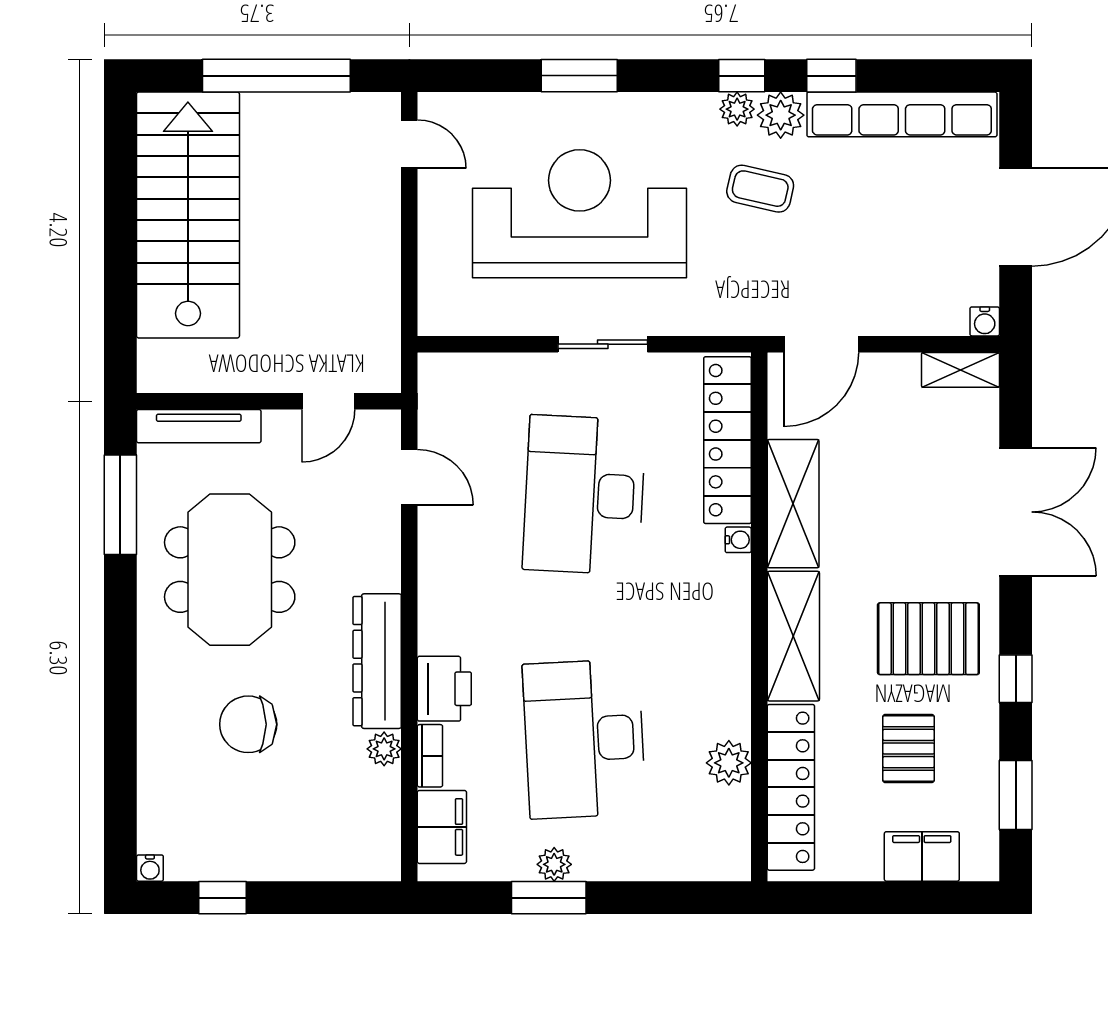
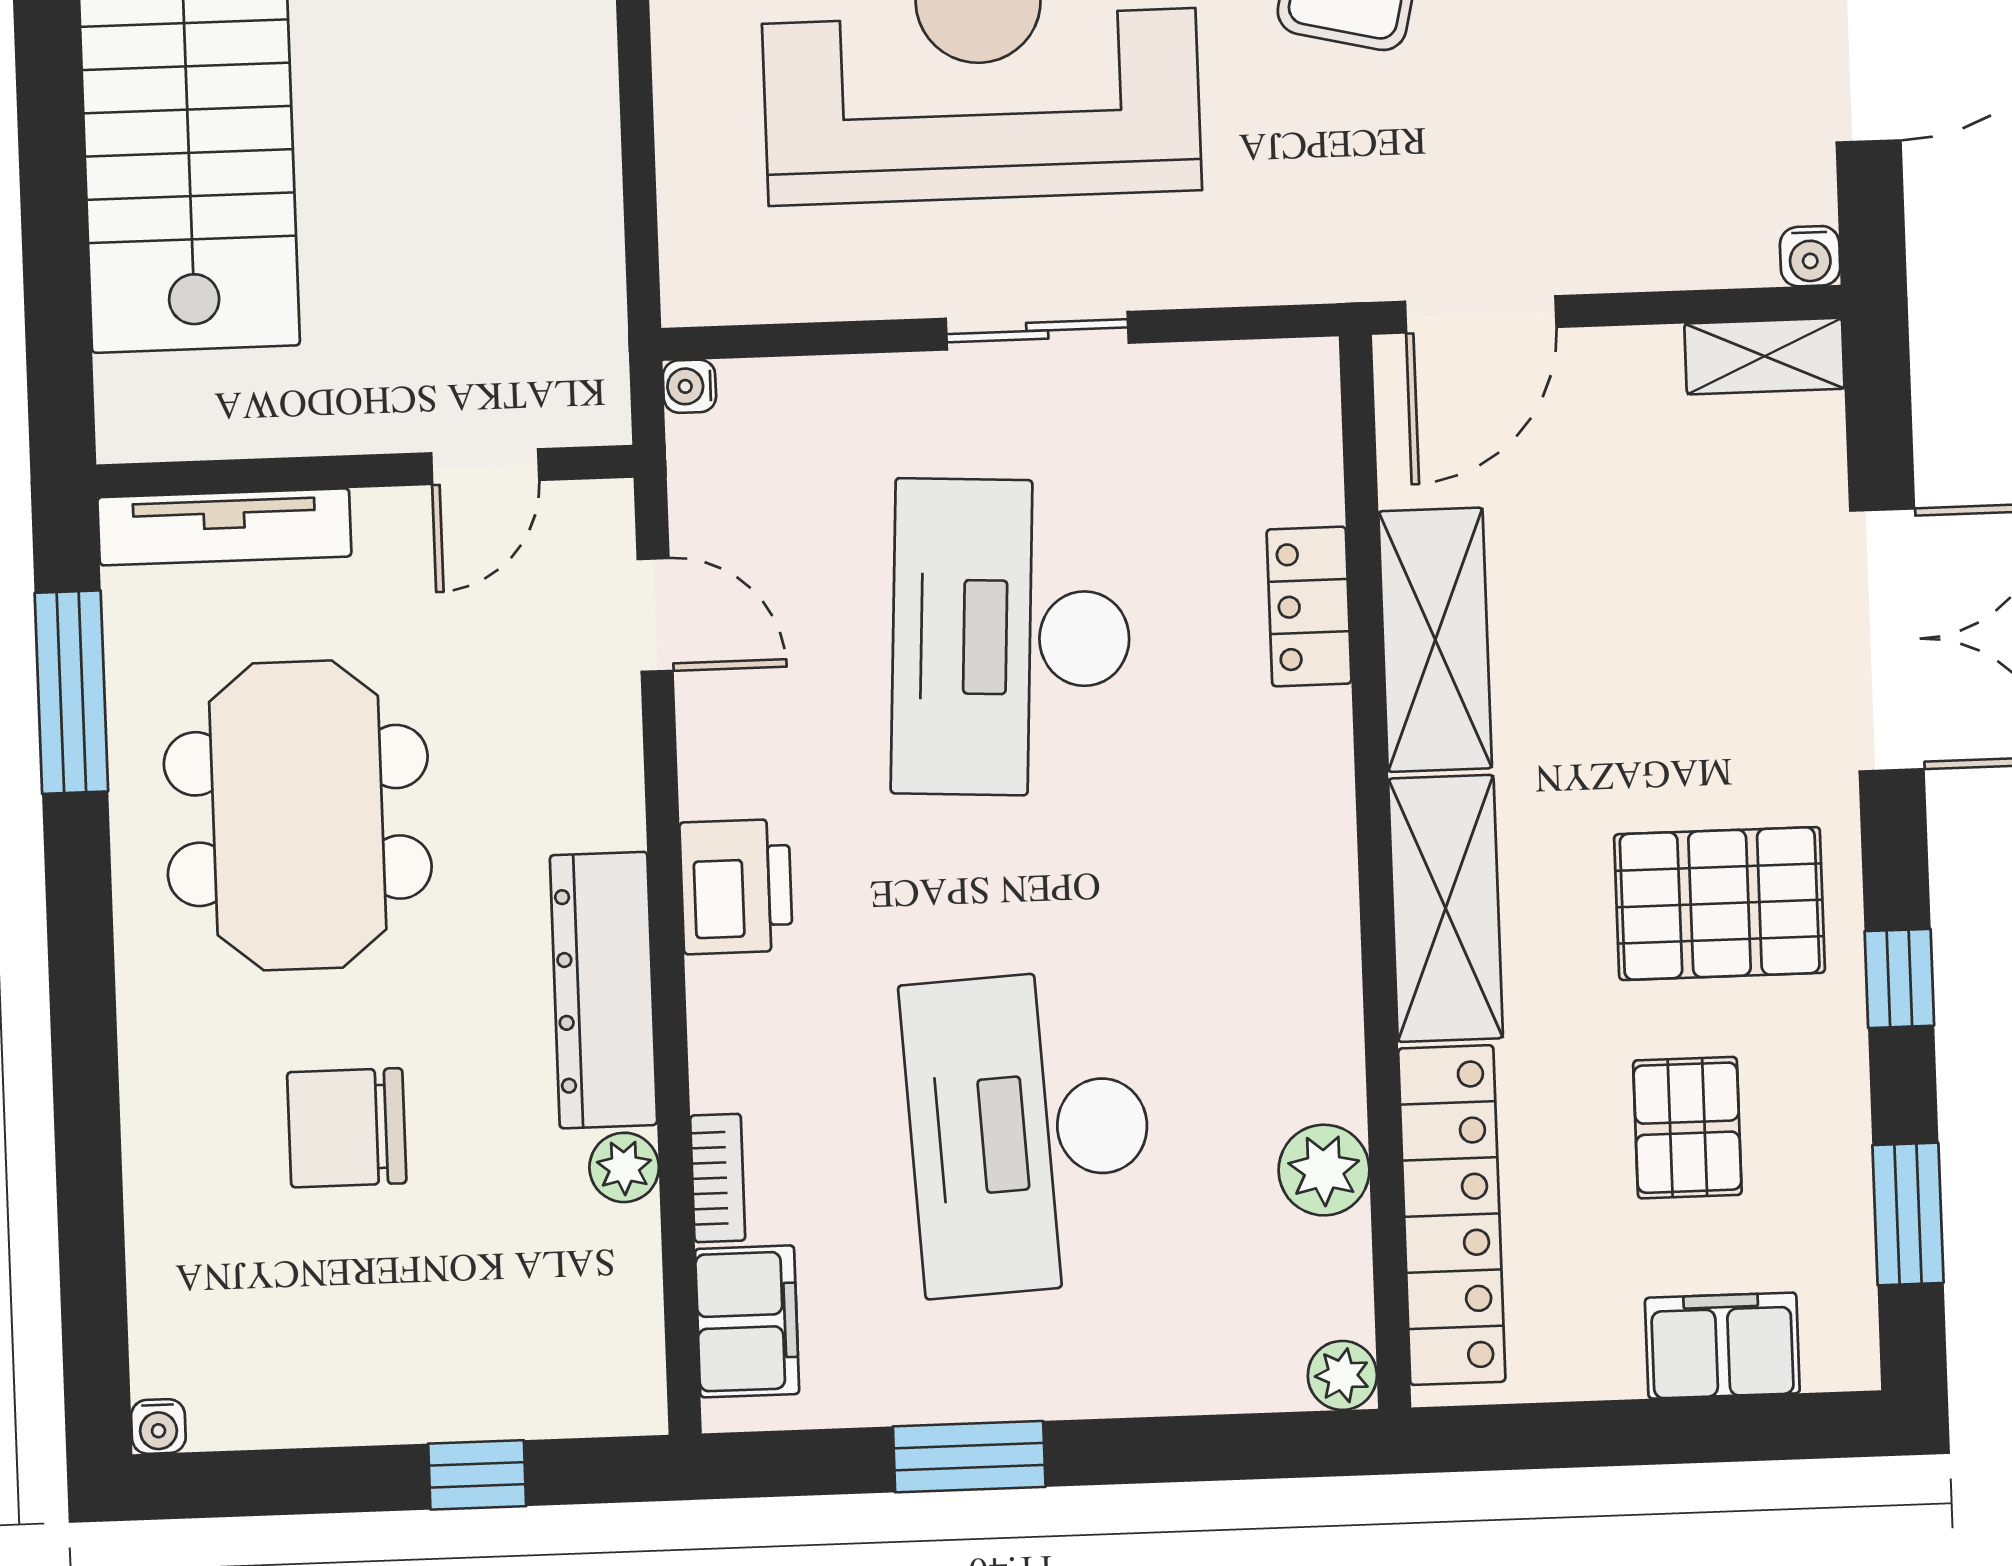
locker: (727, 440) -> (1309, 606), width x0.46, depth x0.83
water cooler: (738, 540) -> (689, 386), moved, turned 180
printer: (444, 689) -> (736, 887), moved
plant: (554, 864) -> (1342, 1375), moved
window: (223, 898) -> (477, 1475), moved

